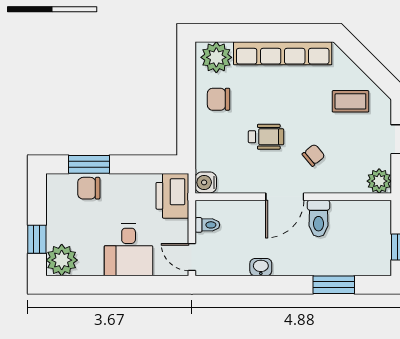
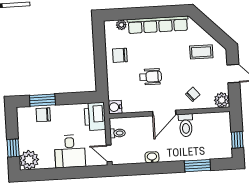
plant: (216, 57) -> (121, 25), width x0.53, depth x0.53
chair: (313, 155) -> (193, 94), moved

